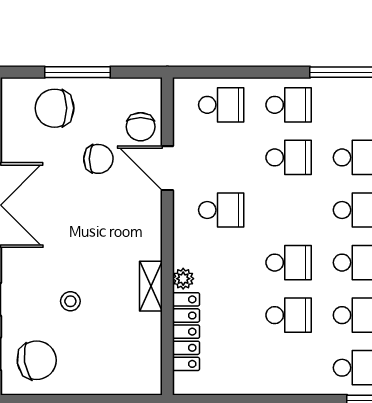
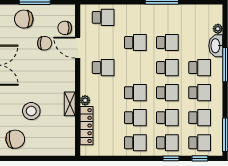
school desk: (289, 105) -> (135, 143), moved
chair: (141, 127) -> (65, 28), turned 90
stool: (70, 301) -> (31, 111), width x1.89, depth x1.89

